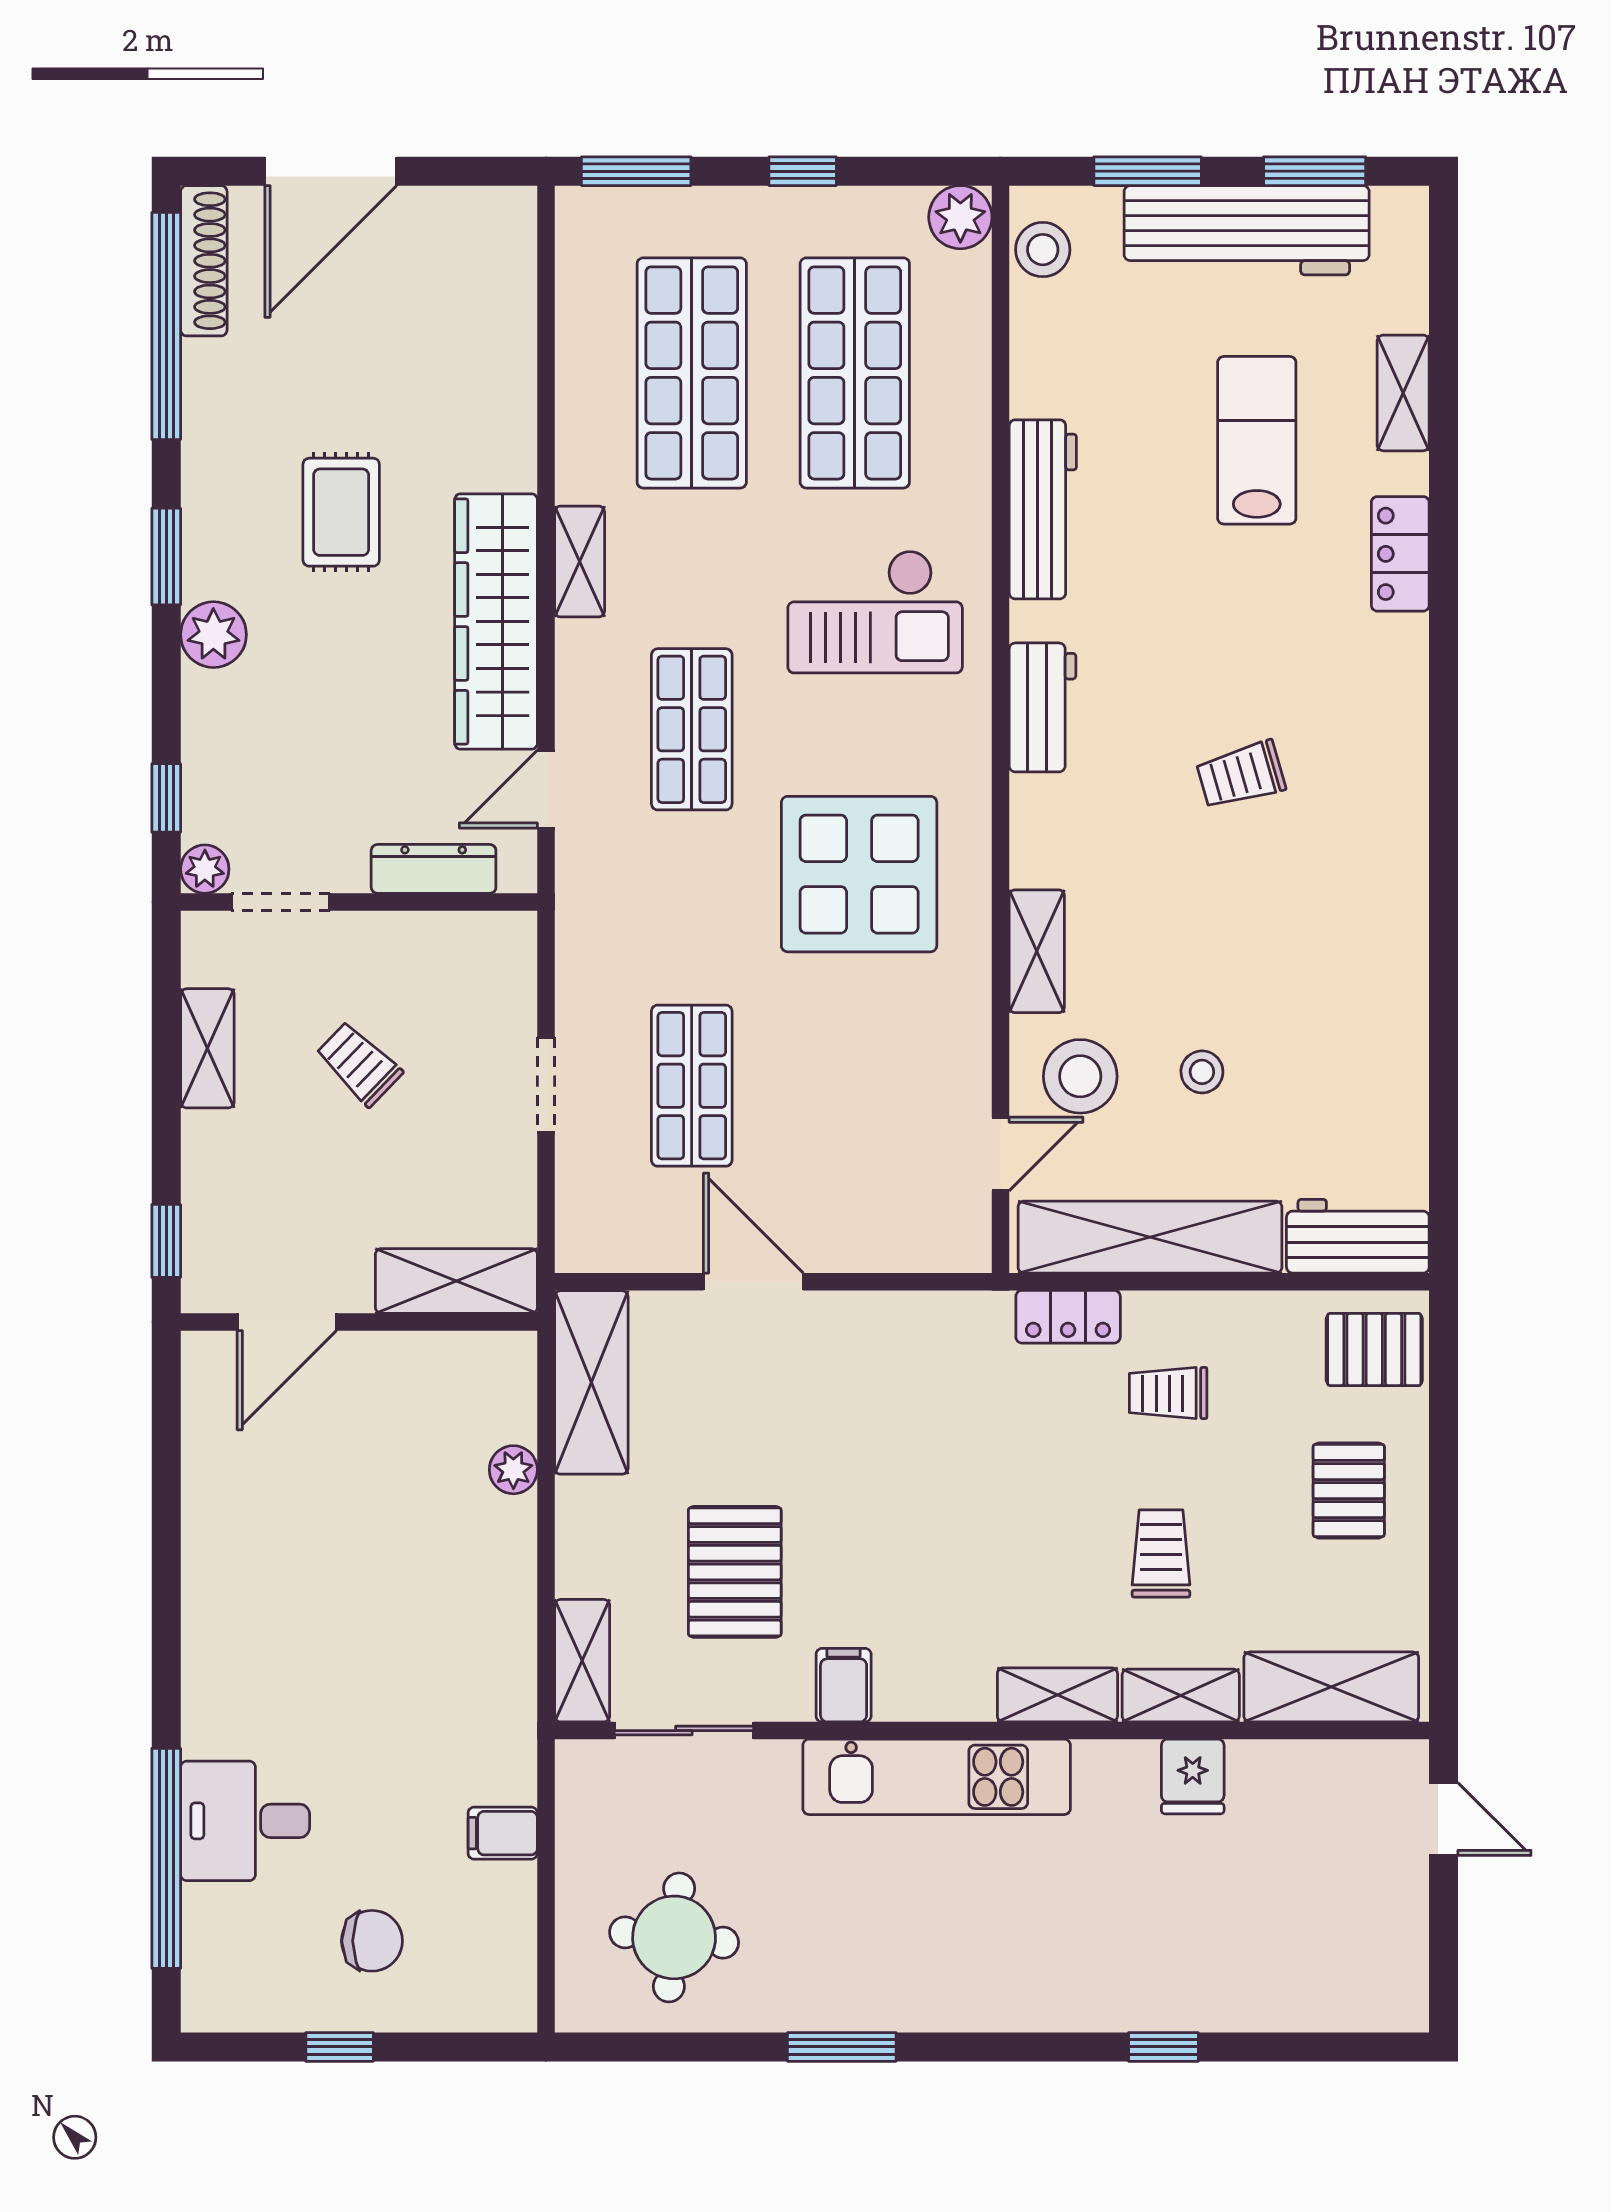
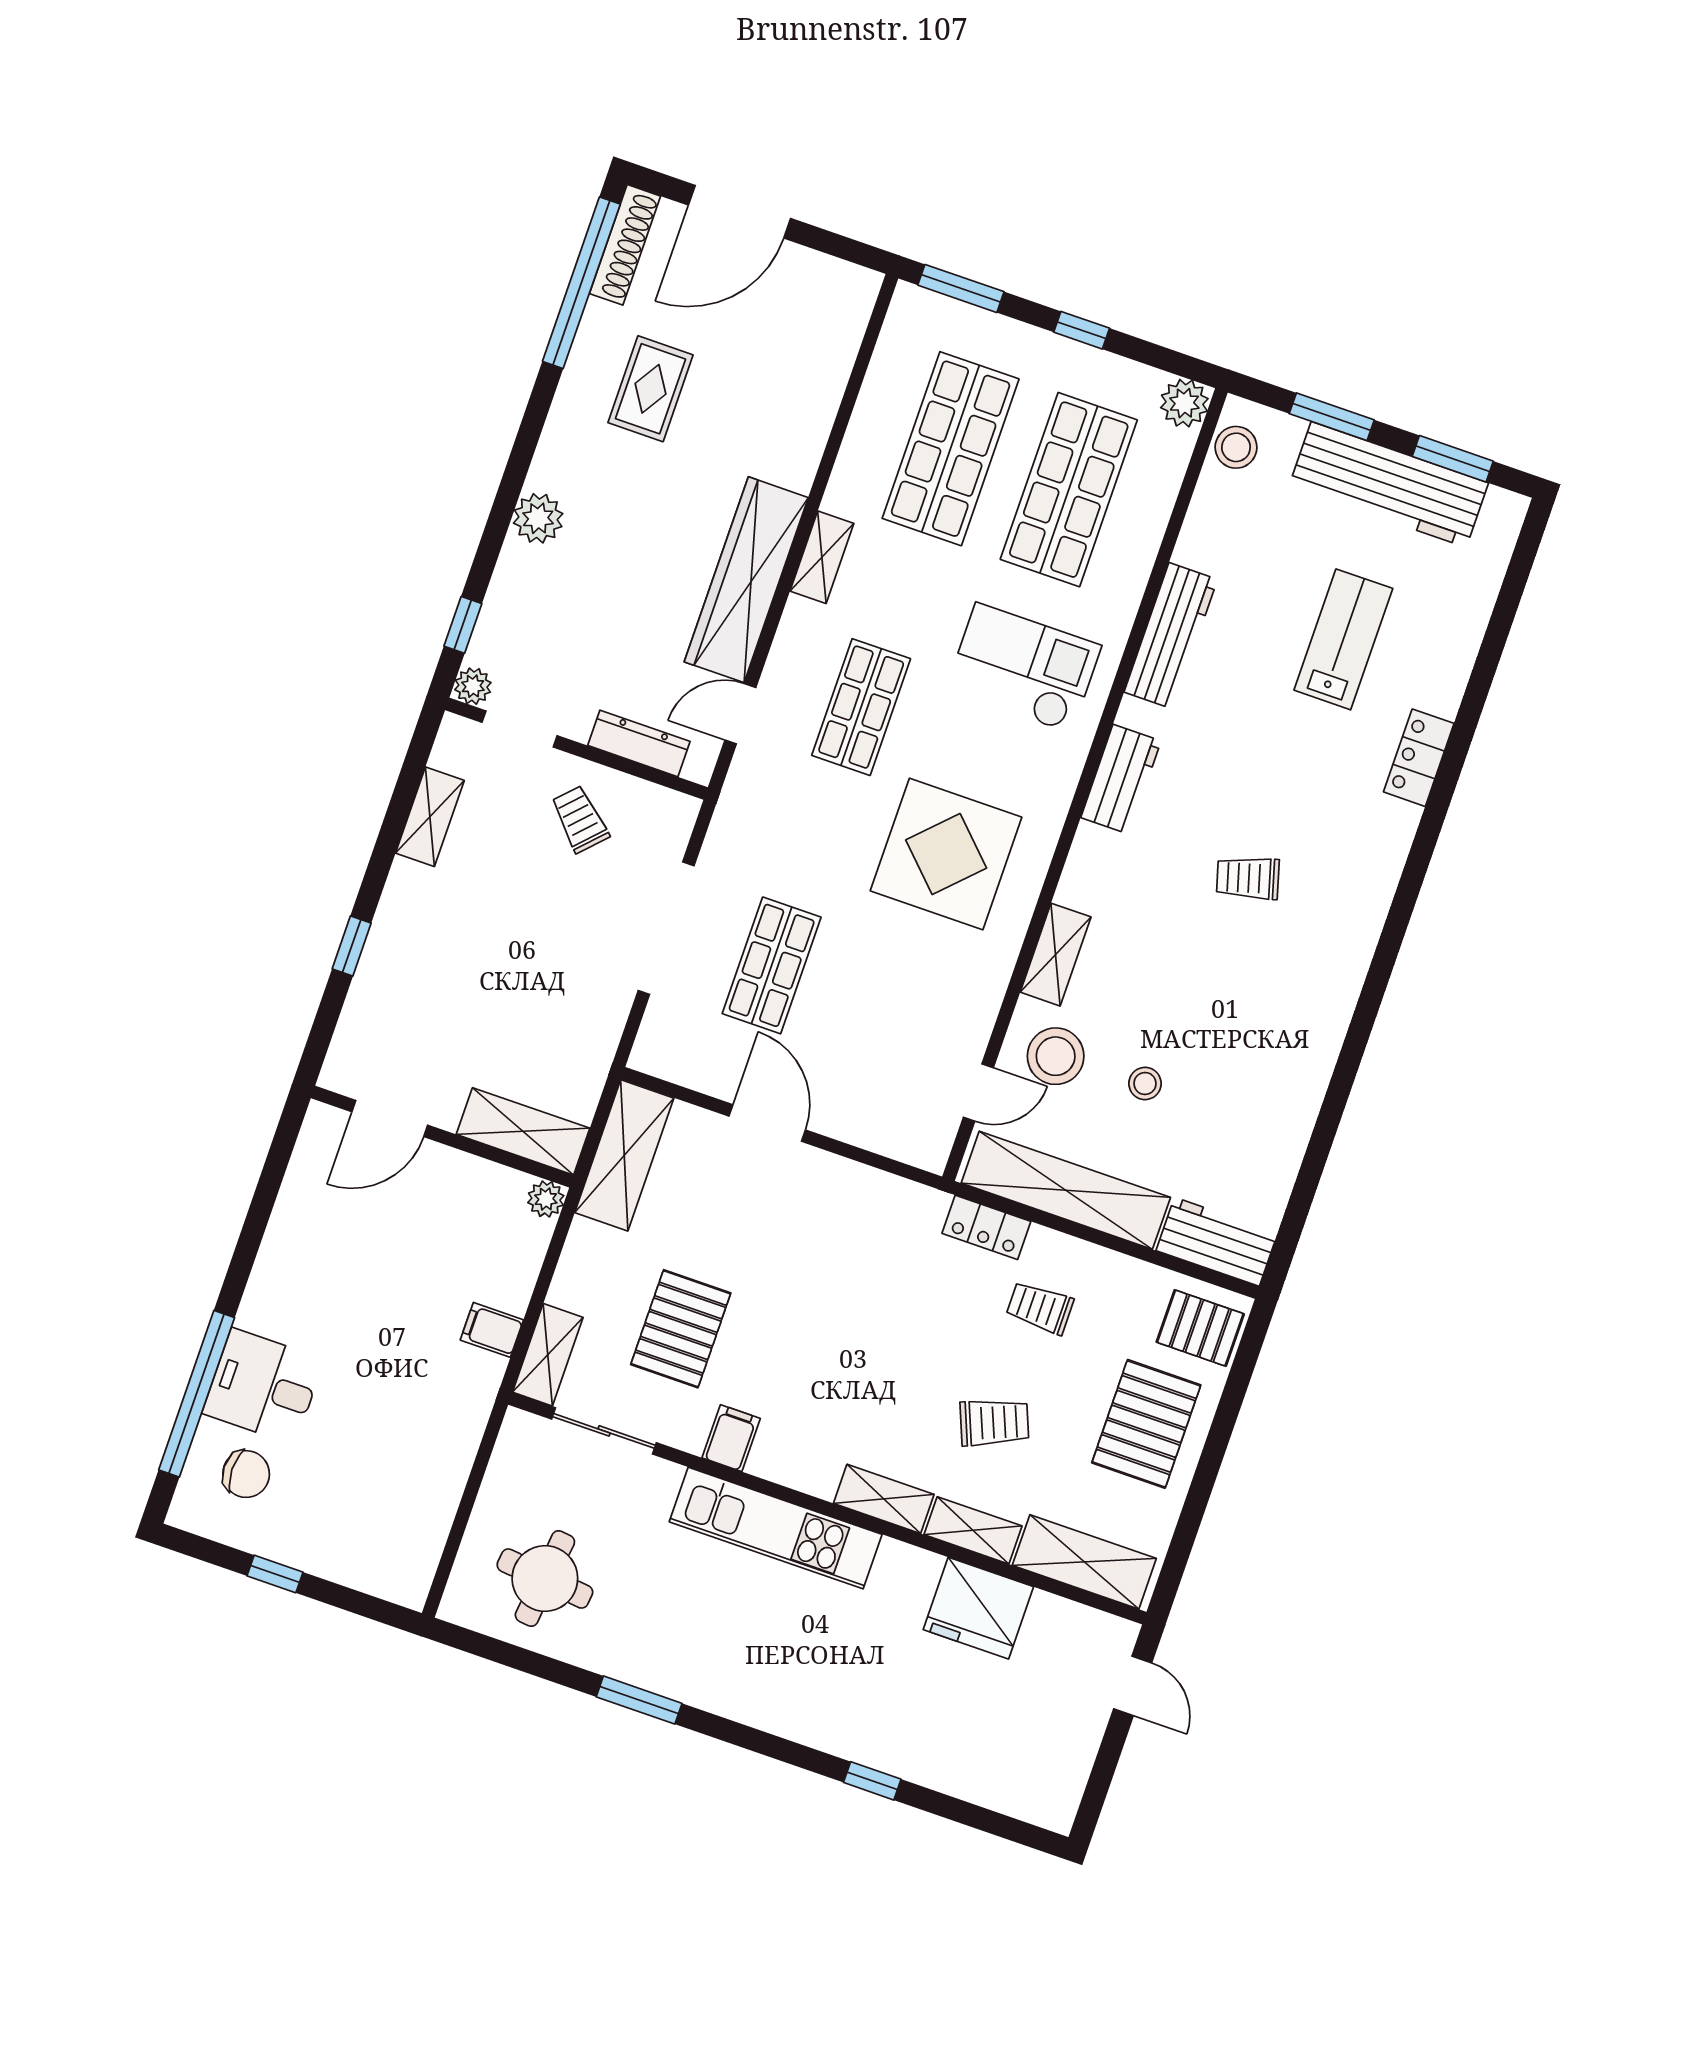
shelving: (1403, 393) -> (1461, 642), removed
rug: (341, 512) -> (650, 389), moved
window: (166, 557) -> (523, 450), removed
checkout: (875, 612) -> (1024, 668), turned 180
trolley: (359, 1064) -> (580, 819), moved
doorway: (546, 1085) -> (666, 928), width x1.88
shelving: (456, 1281) -> (523, 1131), moved
door: (287, 1322) -> (390, 1118), moved
wall: (359, 1322) -> (442, 1137), moved
pallet: (1349, 1491) -> (1146, 1424), width x1.50, depth x1.42
trolley: (1161, 1554) -> (994, 1422), turned 68
fridge: (1193, 1776) -> (978, 1608), width x1.88, depth x1.34
filing cabinet: (503, 1833) -> (492, 1330), moved
chair: (372, 1941) -> (246, 1474), moved

